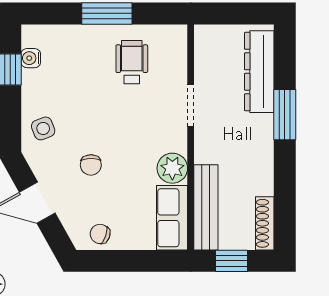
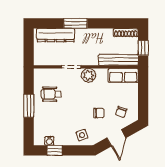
plant: (172, 168) -> (89, 75), moved
chair: (100, 234) -> (121, 112), moved

